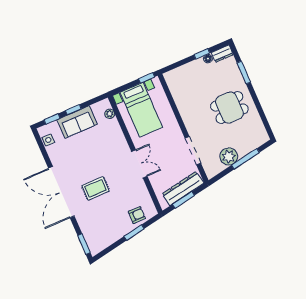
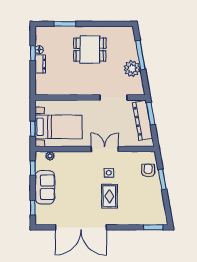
dresser: (222, 54) -> (40, 64), moved
window: (147, 78) -> (33, 129), moved
dining table: (229, 108) -> (90, 50), turned 90
window: (73, 110) -> (33, 168), moved
side table: (48, 140) -> (109, 173), moved
double door: (61, 192) -> (81, 227), moved
window: (183, 200) -> (151, 114), moved

